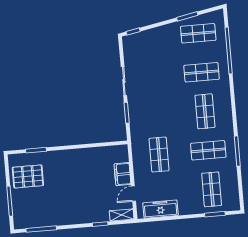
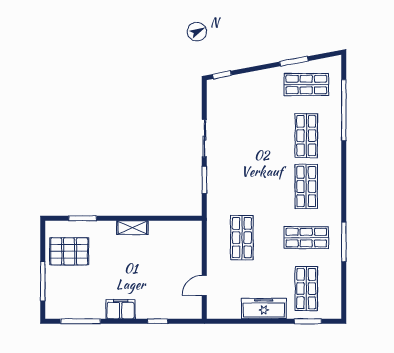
shop shelf: (202, 72) -> (306, 136), turned 90
filing cabinet: (123, 174) -> (121, 309), moved, turned 90
freezer: (160, 209) -> (264, 309), moved
shelving: (122, 215) -> (132, 228), moved

